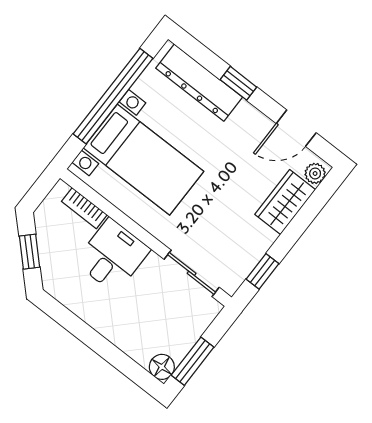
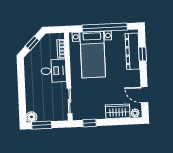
window: (238, 83) -> (142, 54), moved

